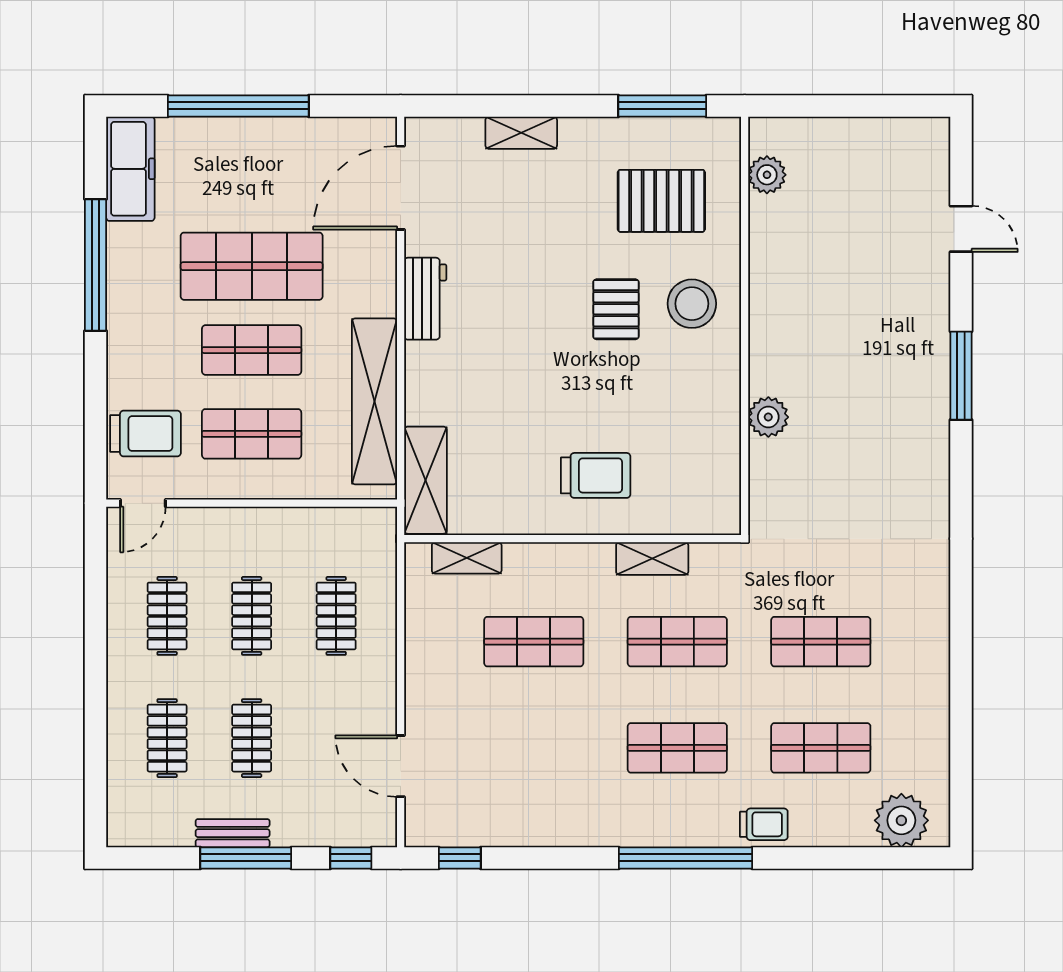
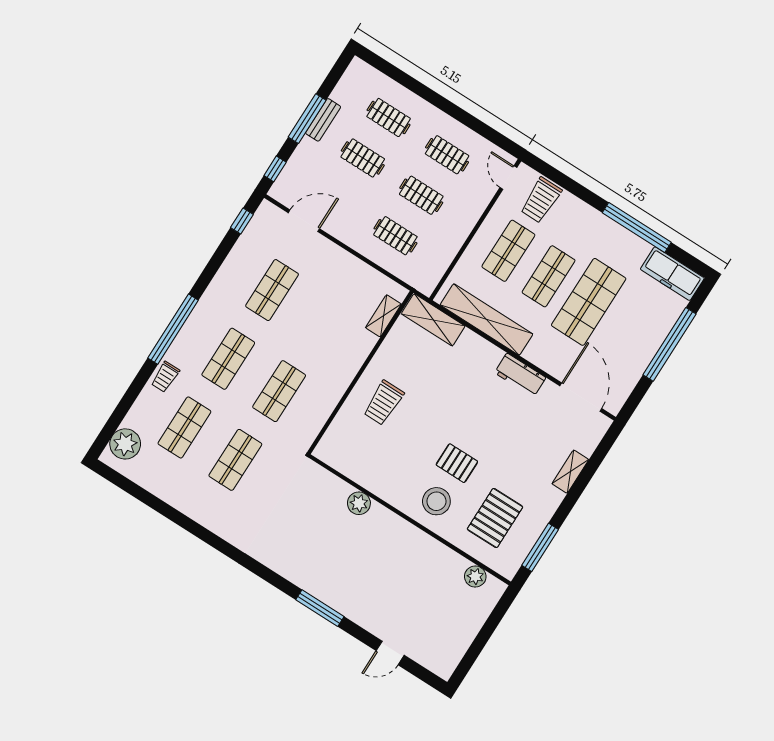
shelving: (652, 558) -> (327, 405), removed
shop shelf: (534, 642) -> (272, 290), moved

